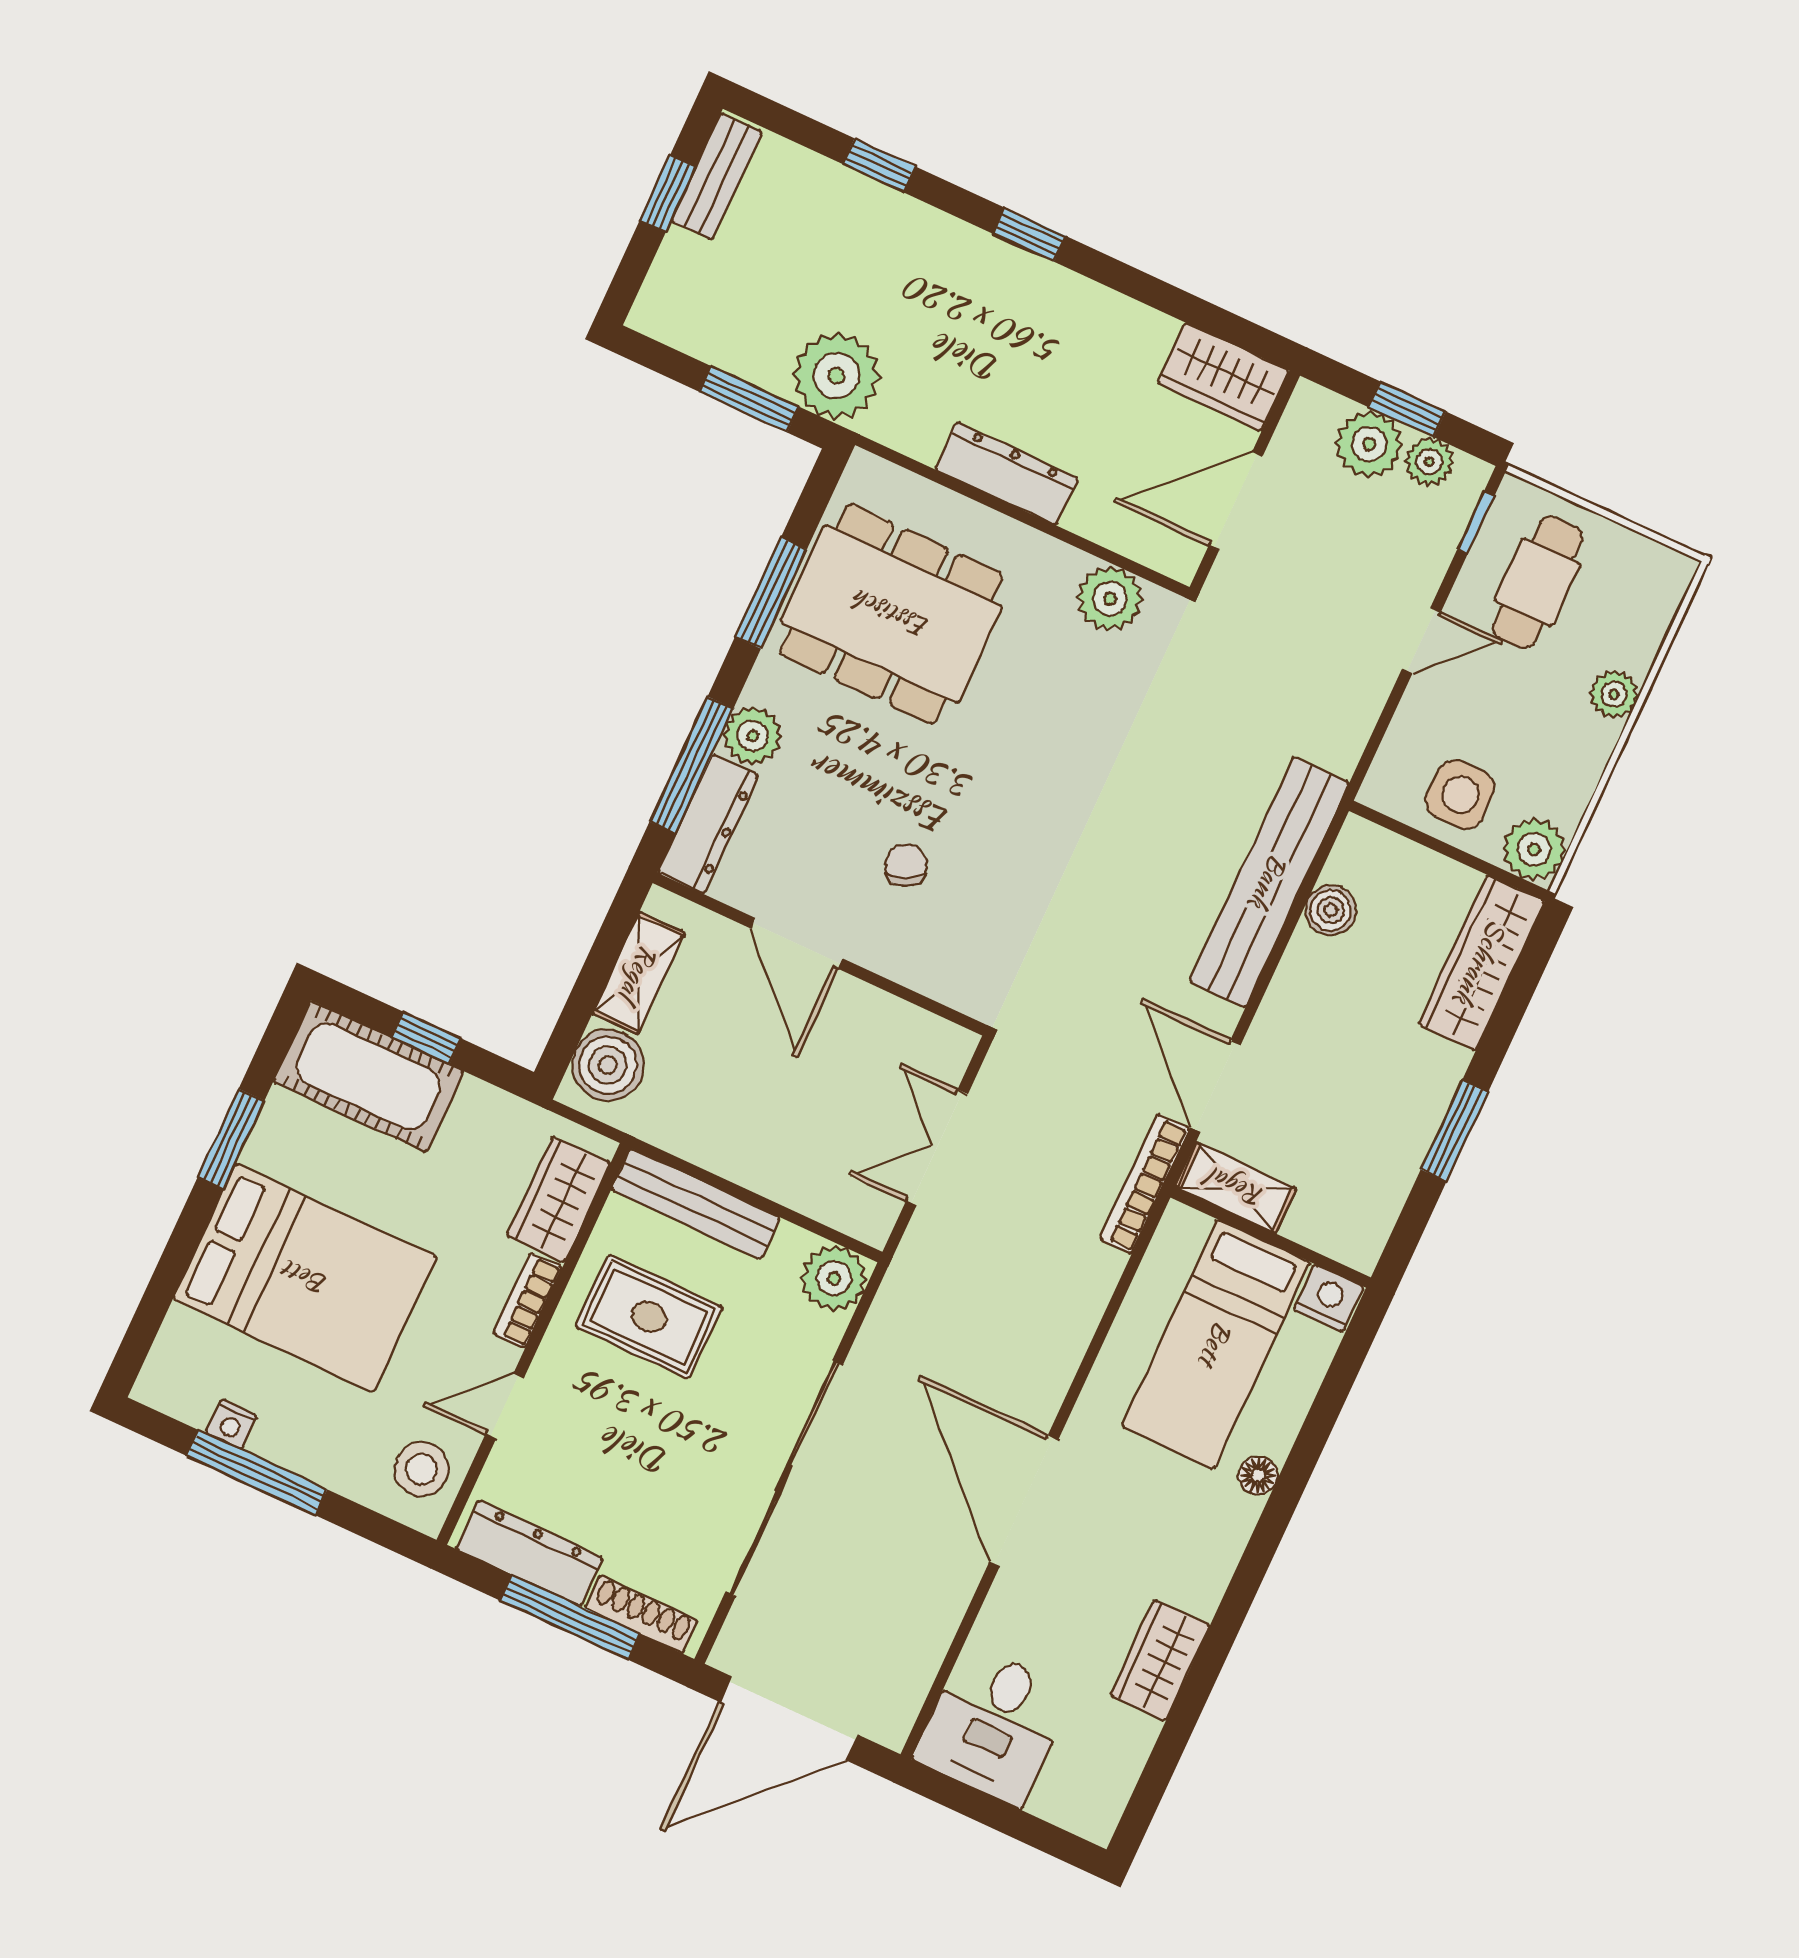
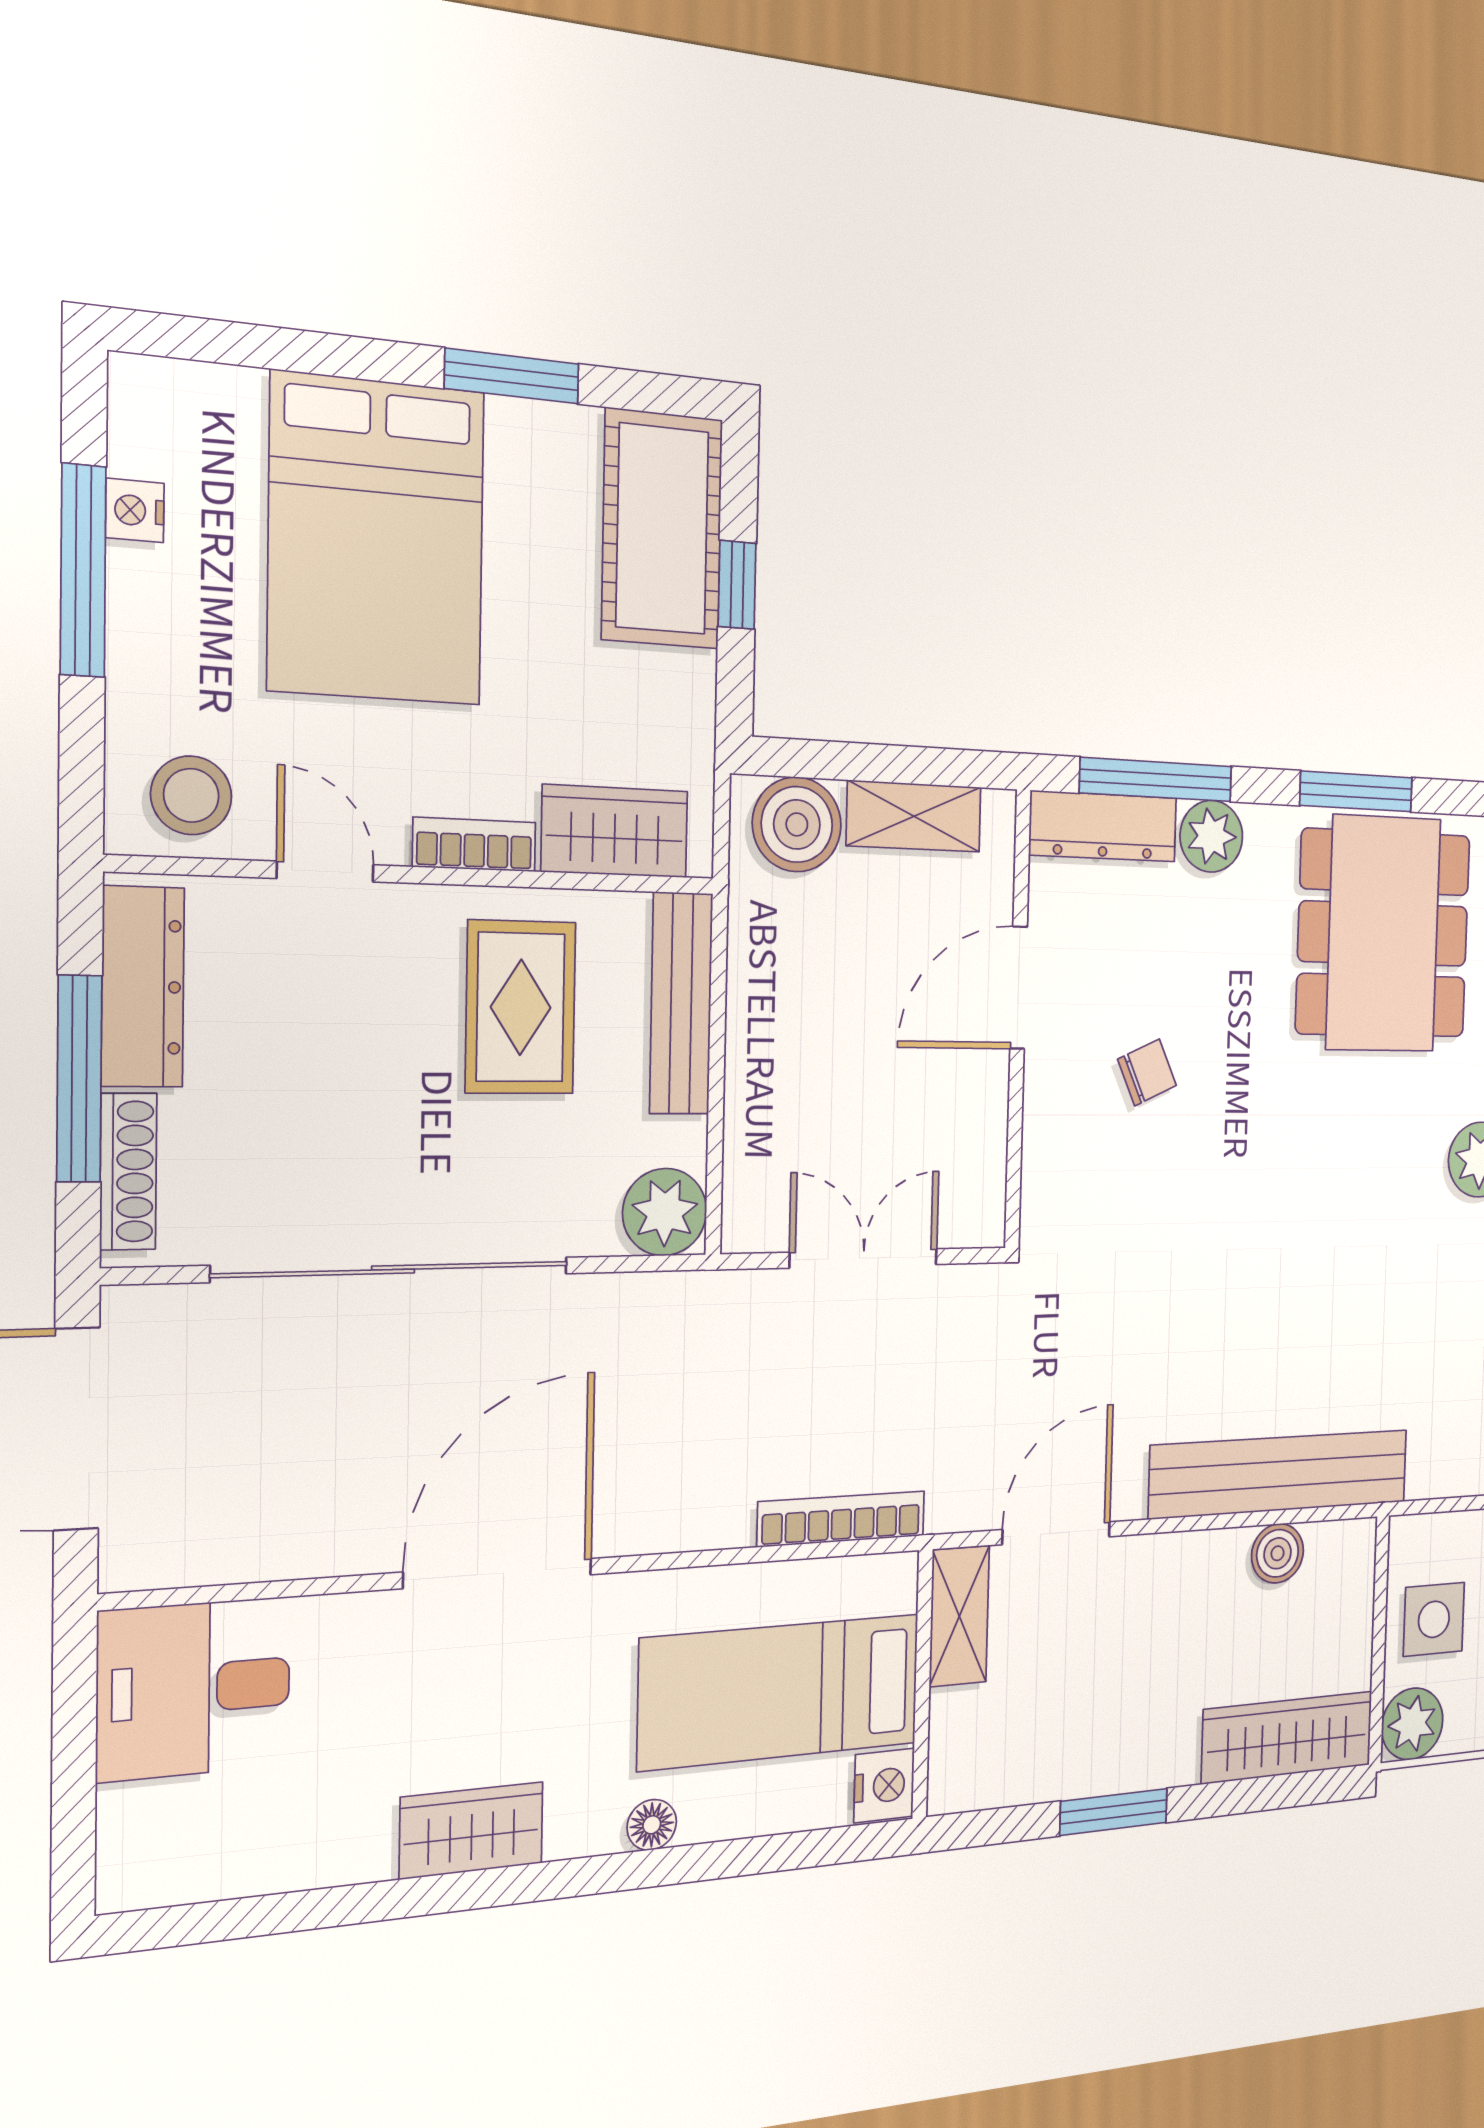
bookcase: (1145, 1184) -> (841, 1519), moved
wardrobe: (1160, 1660) -> (472, 1830), moved

